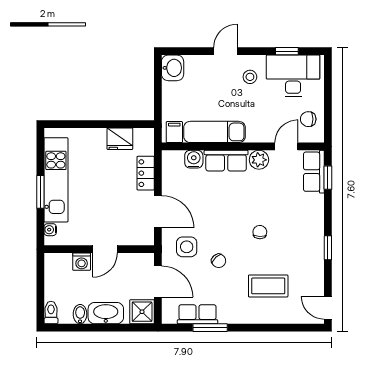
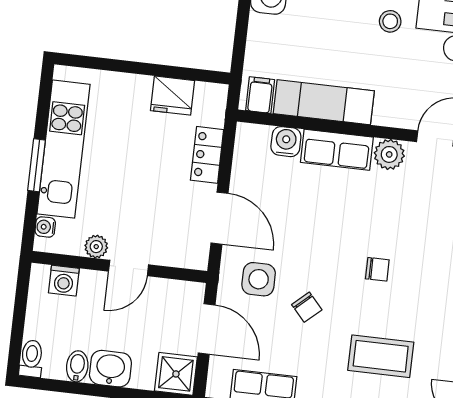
chair: (260, 232) -> (377, 269), turned 88
plant: (83, 238) -> (96, 247), added
washing machine: (82, 262) -> (64, 281), moved
washbasin: (106, 313) -> (110, 369), width x0.72

